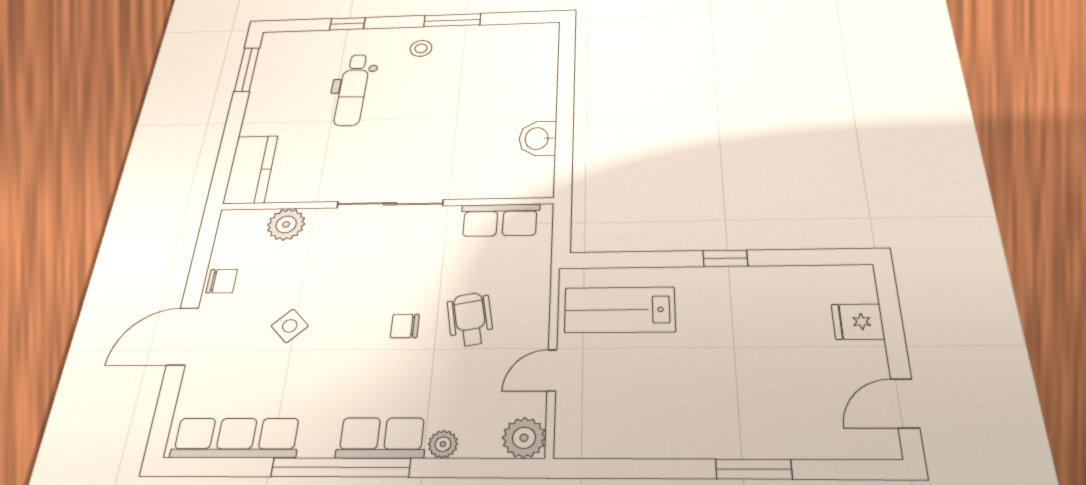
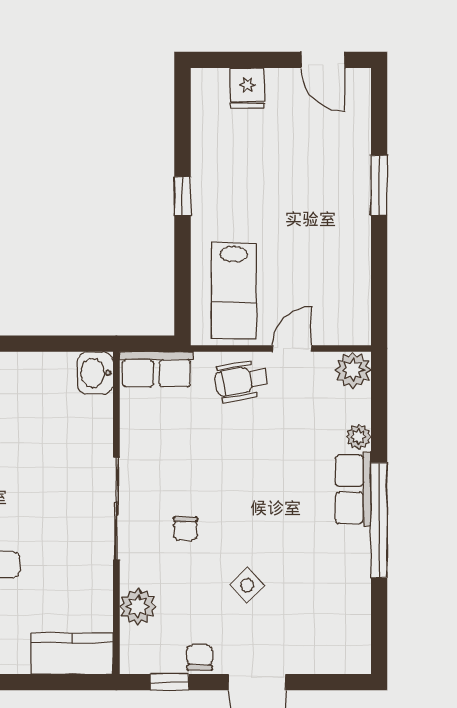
washbasin: (538, 139) -> (95, 373), moved, turned 90
row of seats: (500, 220) -> (156, 369), moved, turned 90
window: (203, 254) -> (170, 682), added
wheelchair: (470, 319) -> (241, 381), moved
chair: (405, 326) -> (185, 529), moved
door: (552, 370) -> (292, 348), swing flipped
row of seats: (236, 438) -> (353, 614), removed

